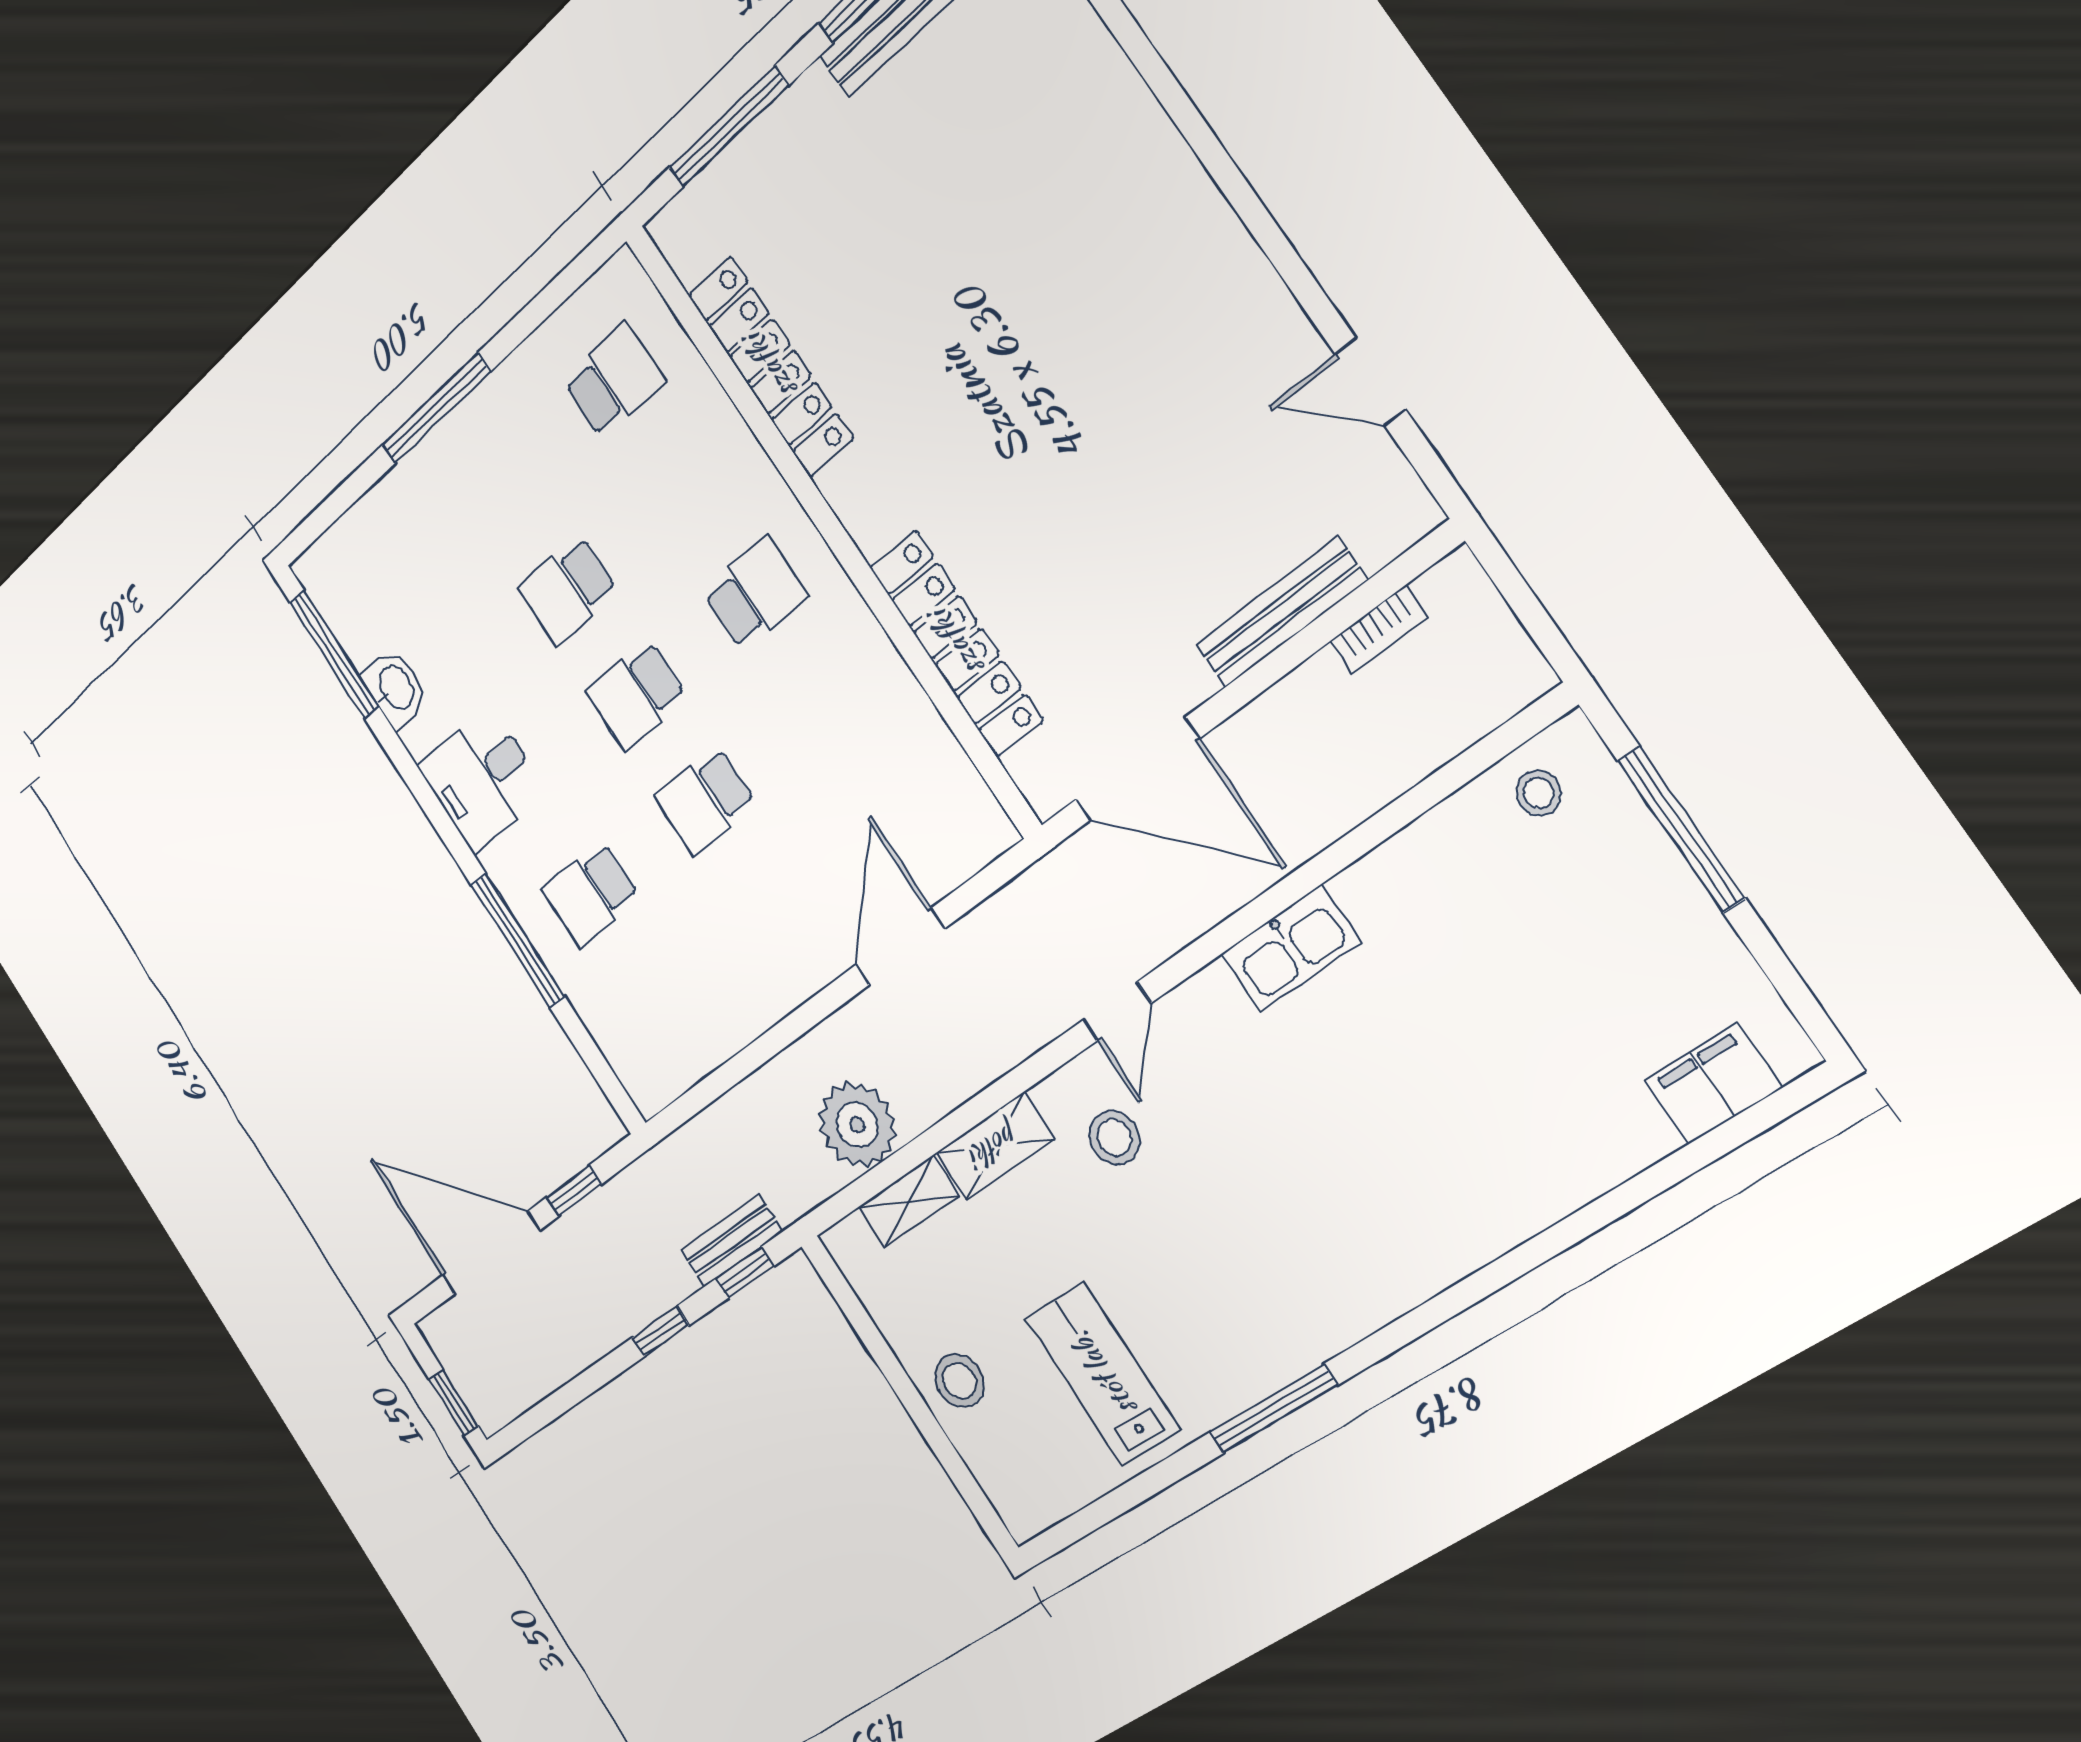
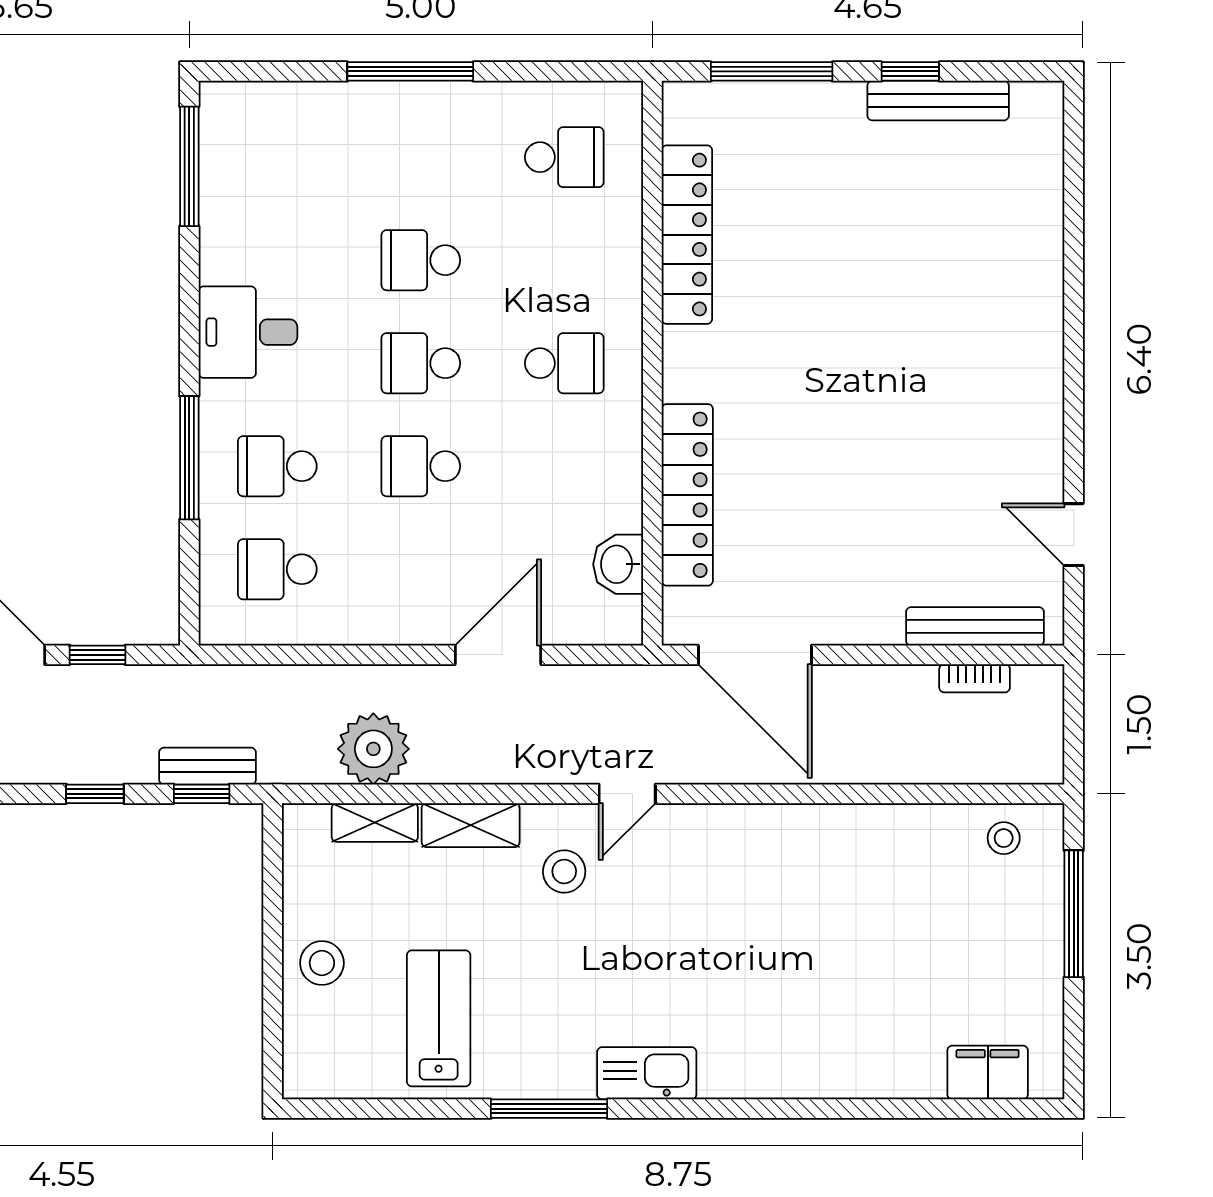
bench: (1281, 612) -> (975, 626), moved
washbasin: (395, 688) -> (618, 564), moved, turned 180
kitchen sink: (1291, 948) -> (647, 1073), moved, turned 180
school desk: (658, 998) -> (277, 569), added

